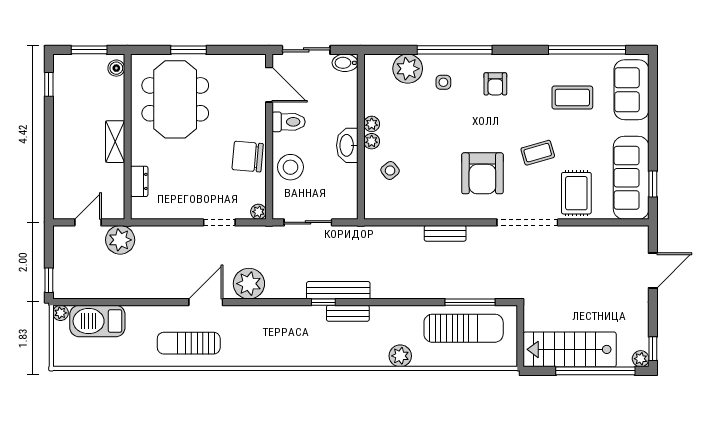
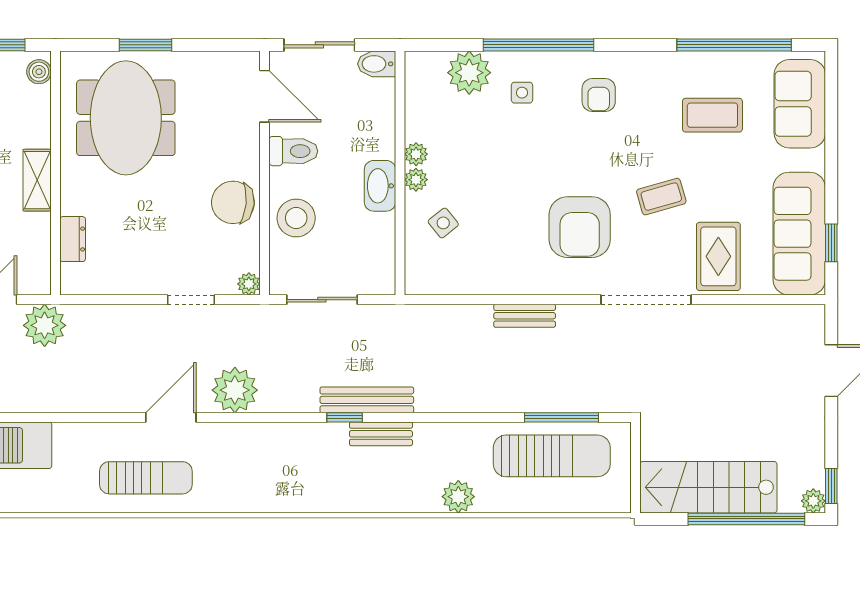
sun lounger: (189, 343) -> (146, 478), turned 180

